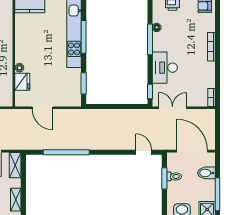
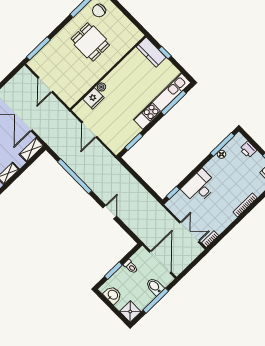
window: (84, 37) -> (174, 103), moved
window: (150, 39) -> (222, 144), moved
double door: (173, 108) -> (189, 232), moved
door: (144, 152) -> (110, 212), moved
window: (164, 178) -> (113, 271), moved
window: (217, 194) -> (156, 301), moved

